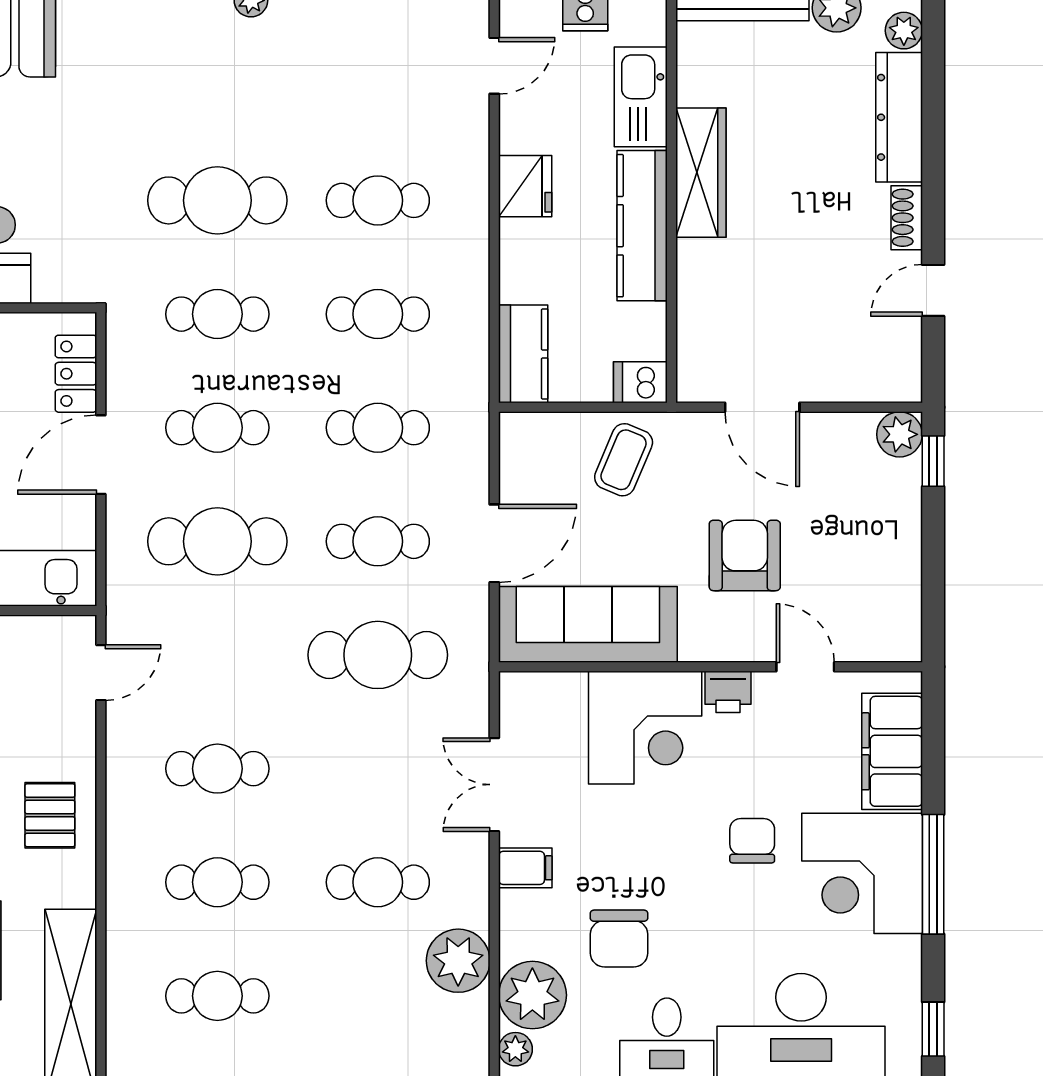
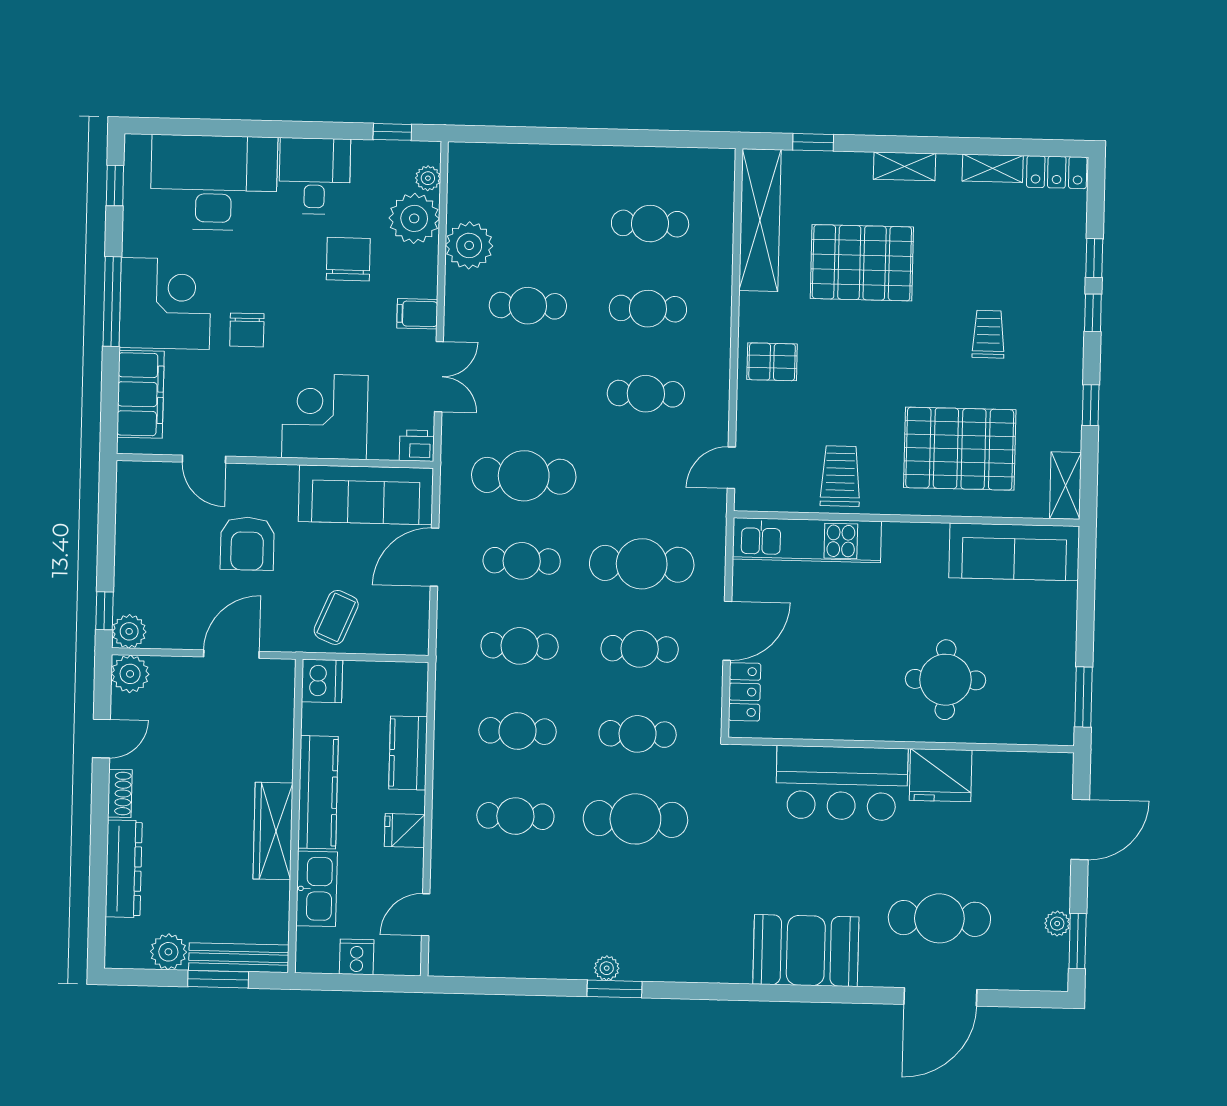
plant: (904, 31) -> (130, 674), moved, width x1.38, depth x1.38
fridge: (525, 186) -> (405, 830), width x0.72
kitchen counter: (523, 354) -> (408, 753), moved
dishwasher: (640, 382) -> (322, 681), width x1.38
door: (762, 407) -> (231, 654), hinge flipped
printer: (728, 692) -> (417, 446), moved
pallet: (50, 815) -> (772, 362), turned 90

